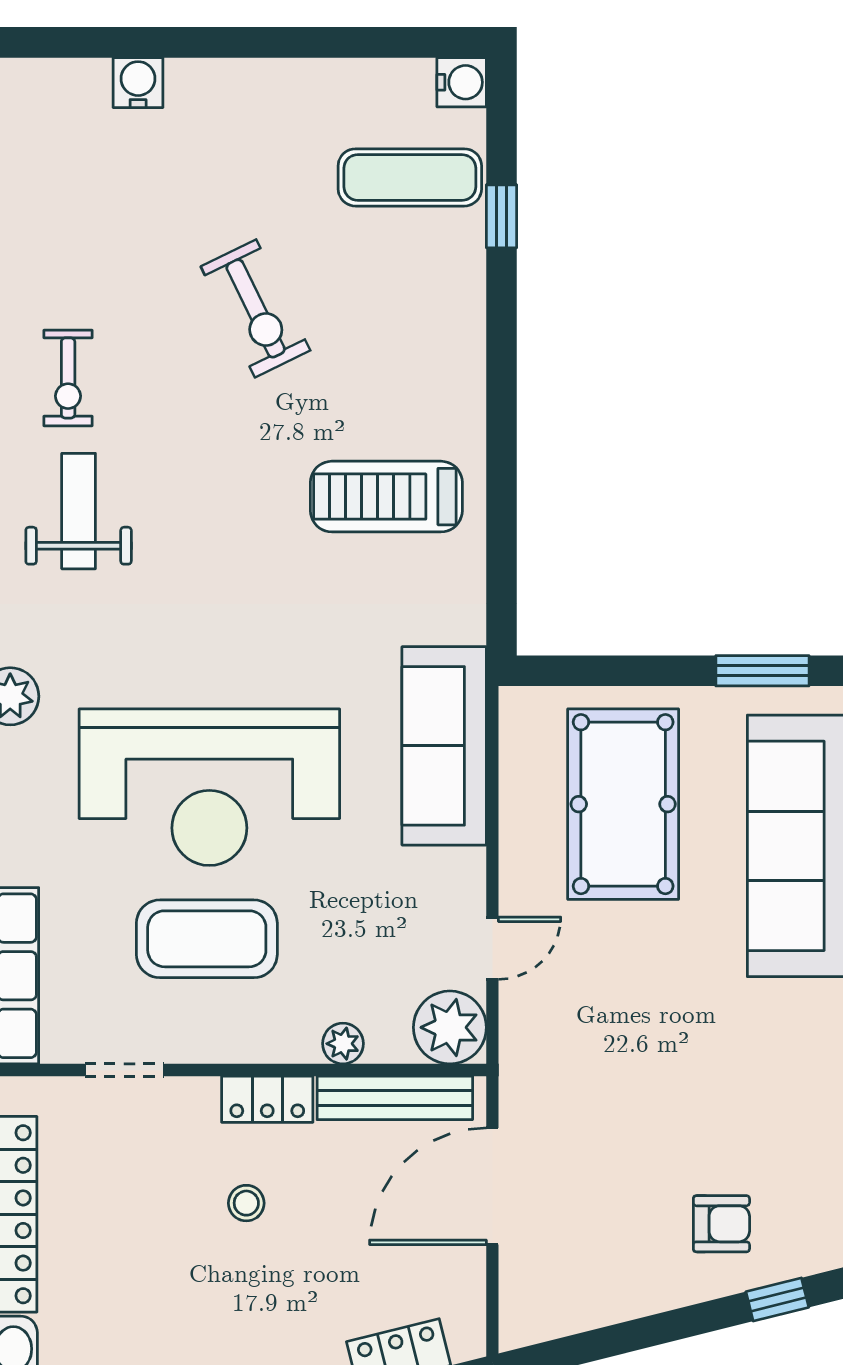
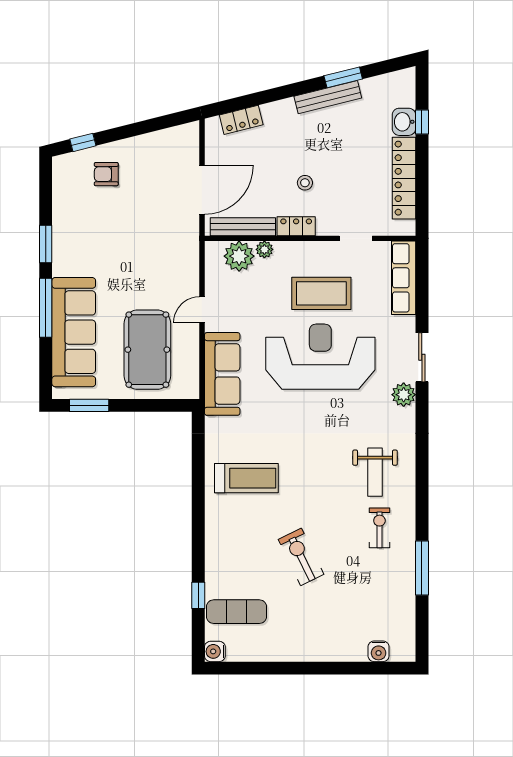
water cooler: (138, 83) -> (379, 651), moved
door: (492, 948) -> (202, 310), moved
plant: (450, 1027) -> (239, 256), moved

